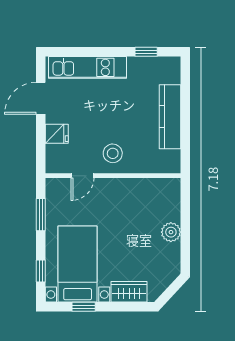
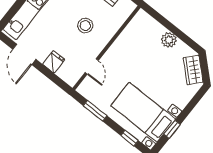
stool: (113, 153) -> (85, 26), moved
wardrobe: (129, 292) -> (193, 70), moved, turned -47

